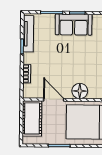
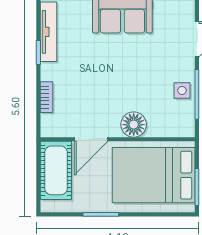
door: (54, 100) -> (91, 139), swing flipped

